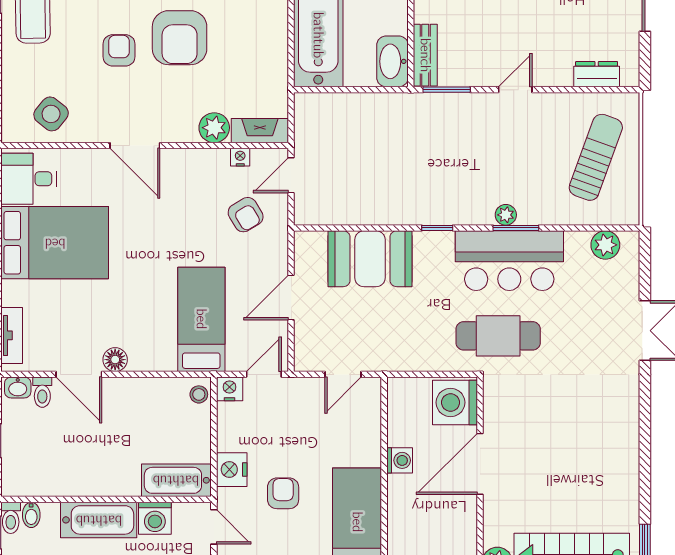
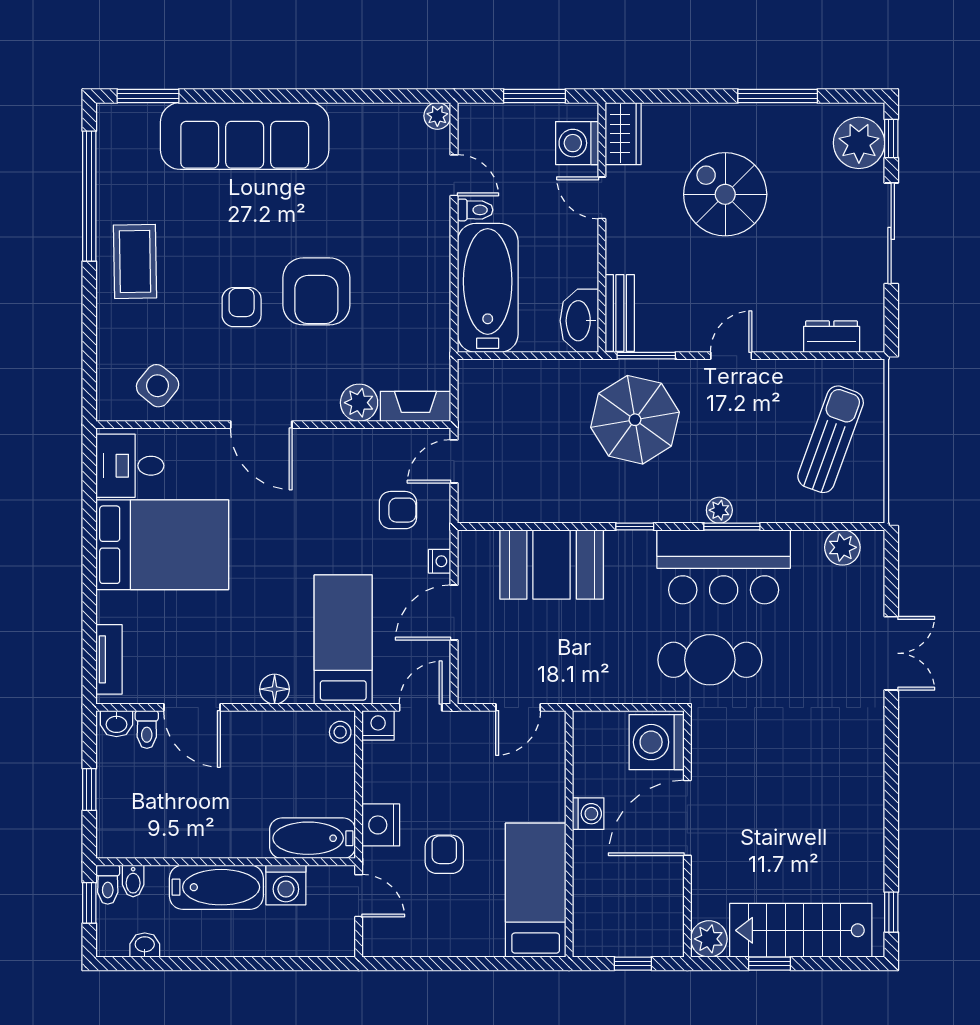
parasol: (437, 141) -> (635, 420), added
nightstand: (240, 157) -> (440, 561), moved, turned 90
armchair: (246, 215) -> (398, 510), turned -59
floor lamp: (115, 360) -> (275, 689), moved

